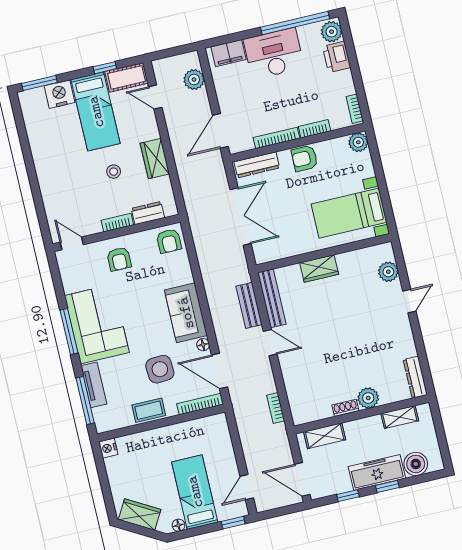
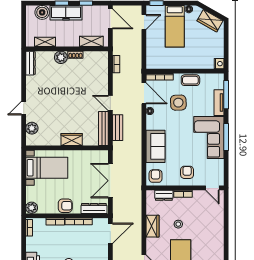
sofa: (186, 313) -> (155, 146), moved

